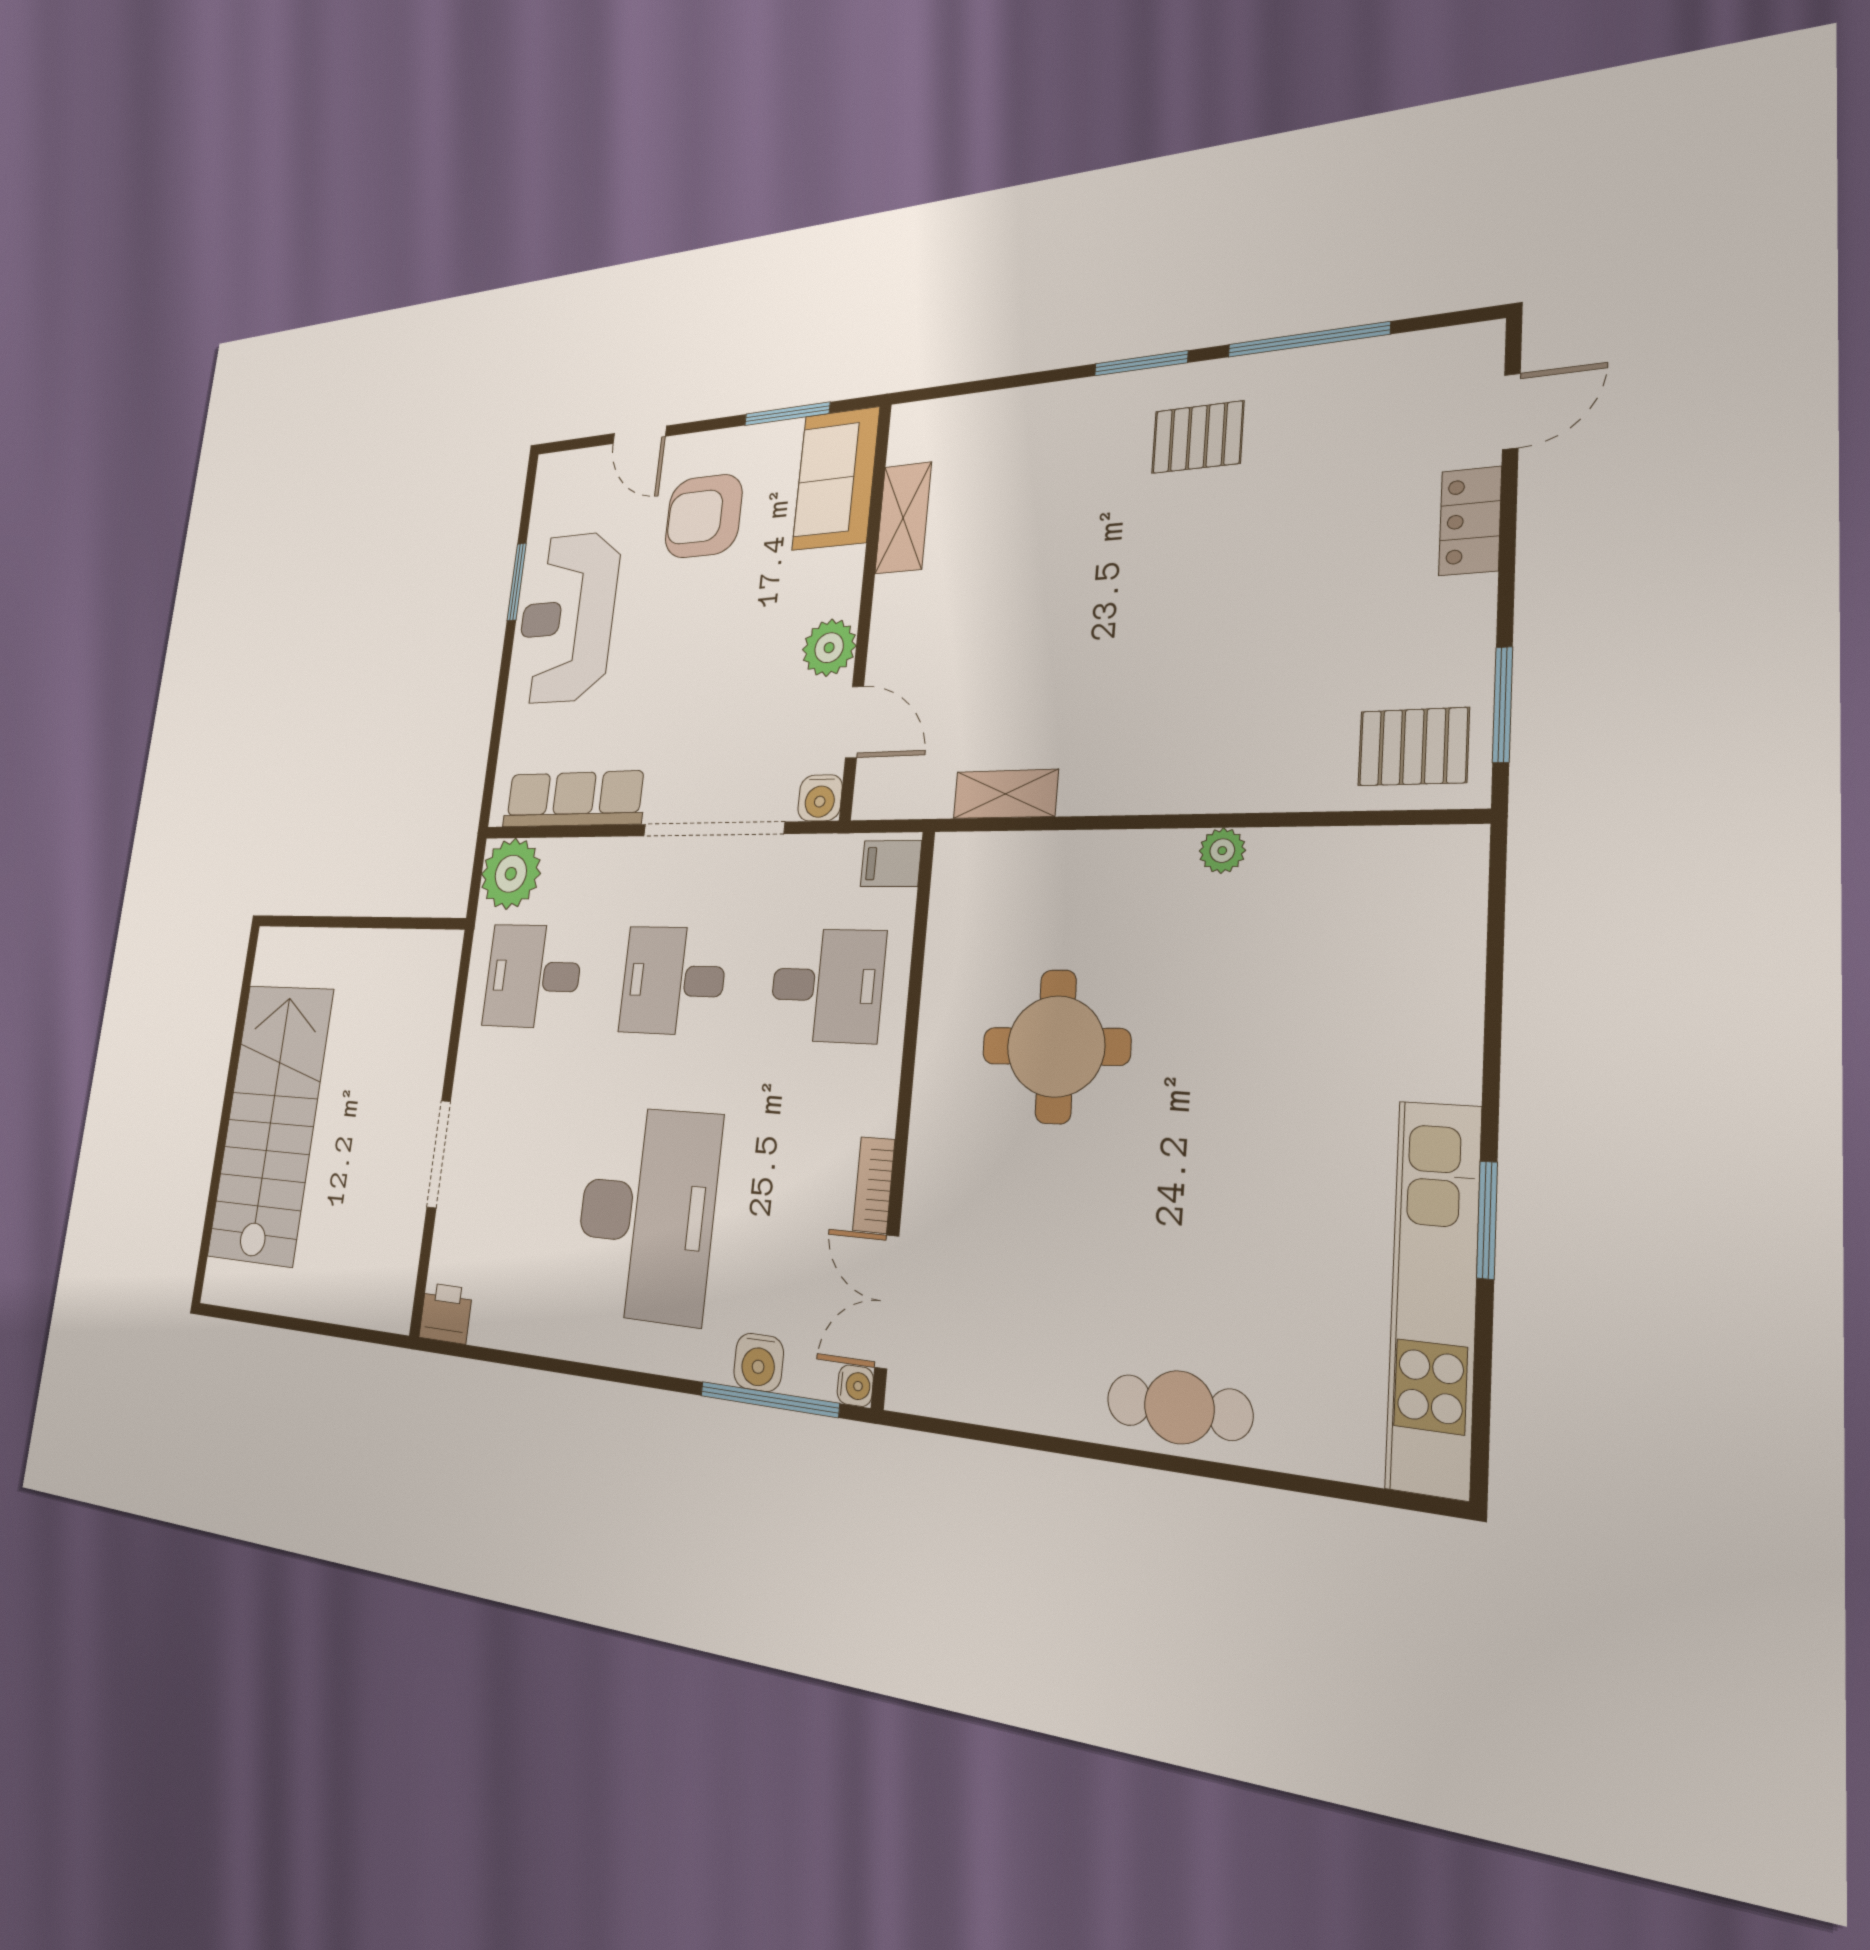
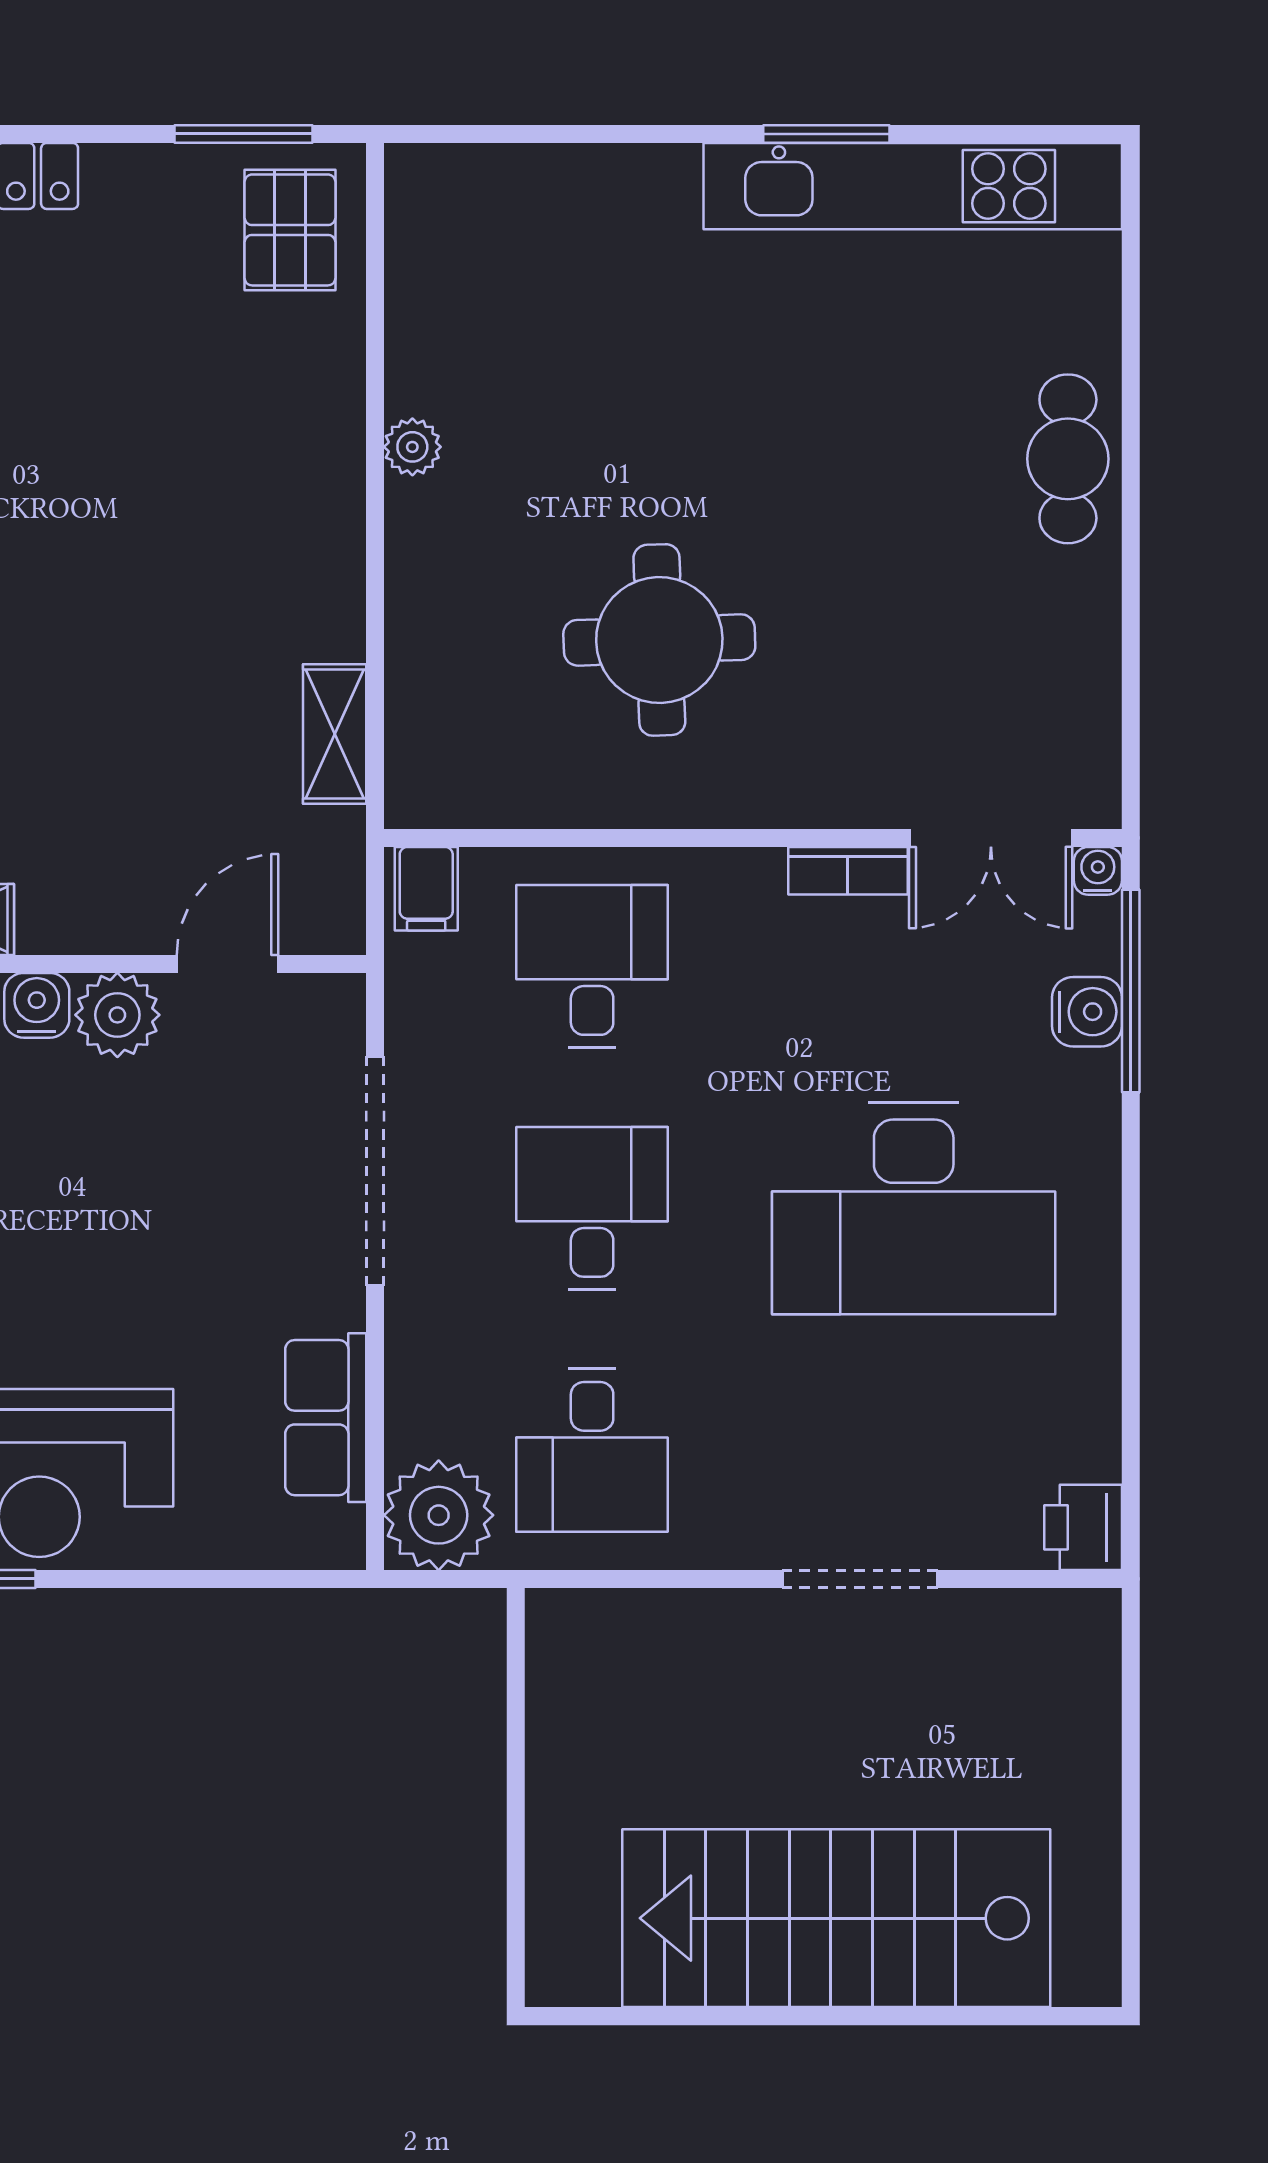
water cooler: (820, 798) -> (37, 1005), moved, turned -90
row of seats: (574, 799) -> (326, 1418), width x0.68
desk: (673, 981) -> (592, 1208), turned 180
desk: (646, 1213) -> (914, 1208), turned 180

